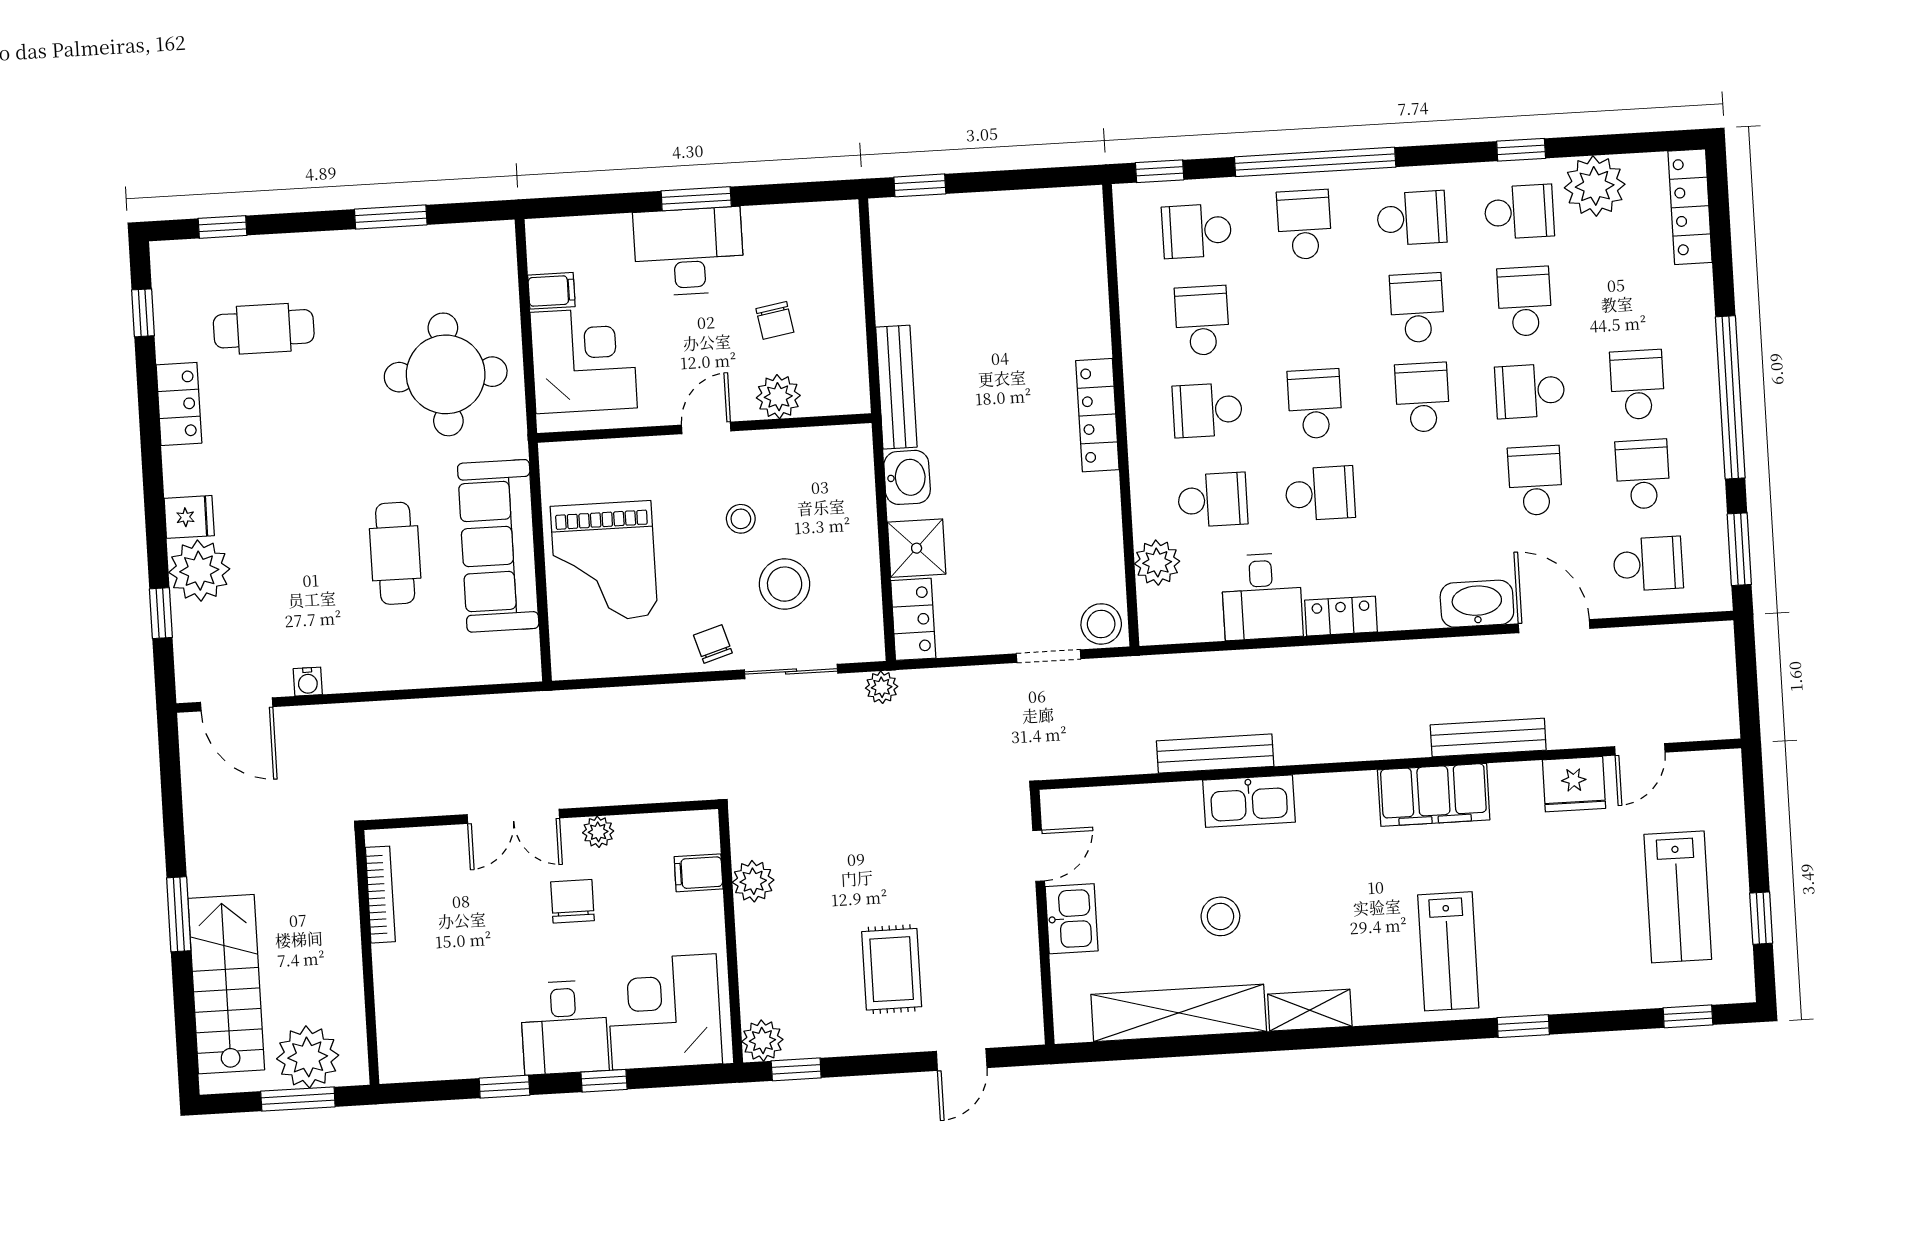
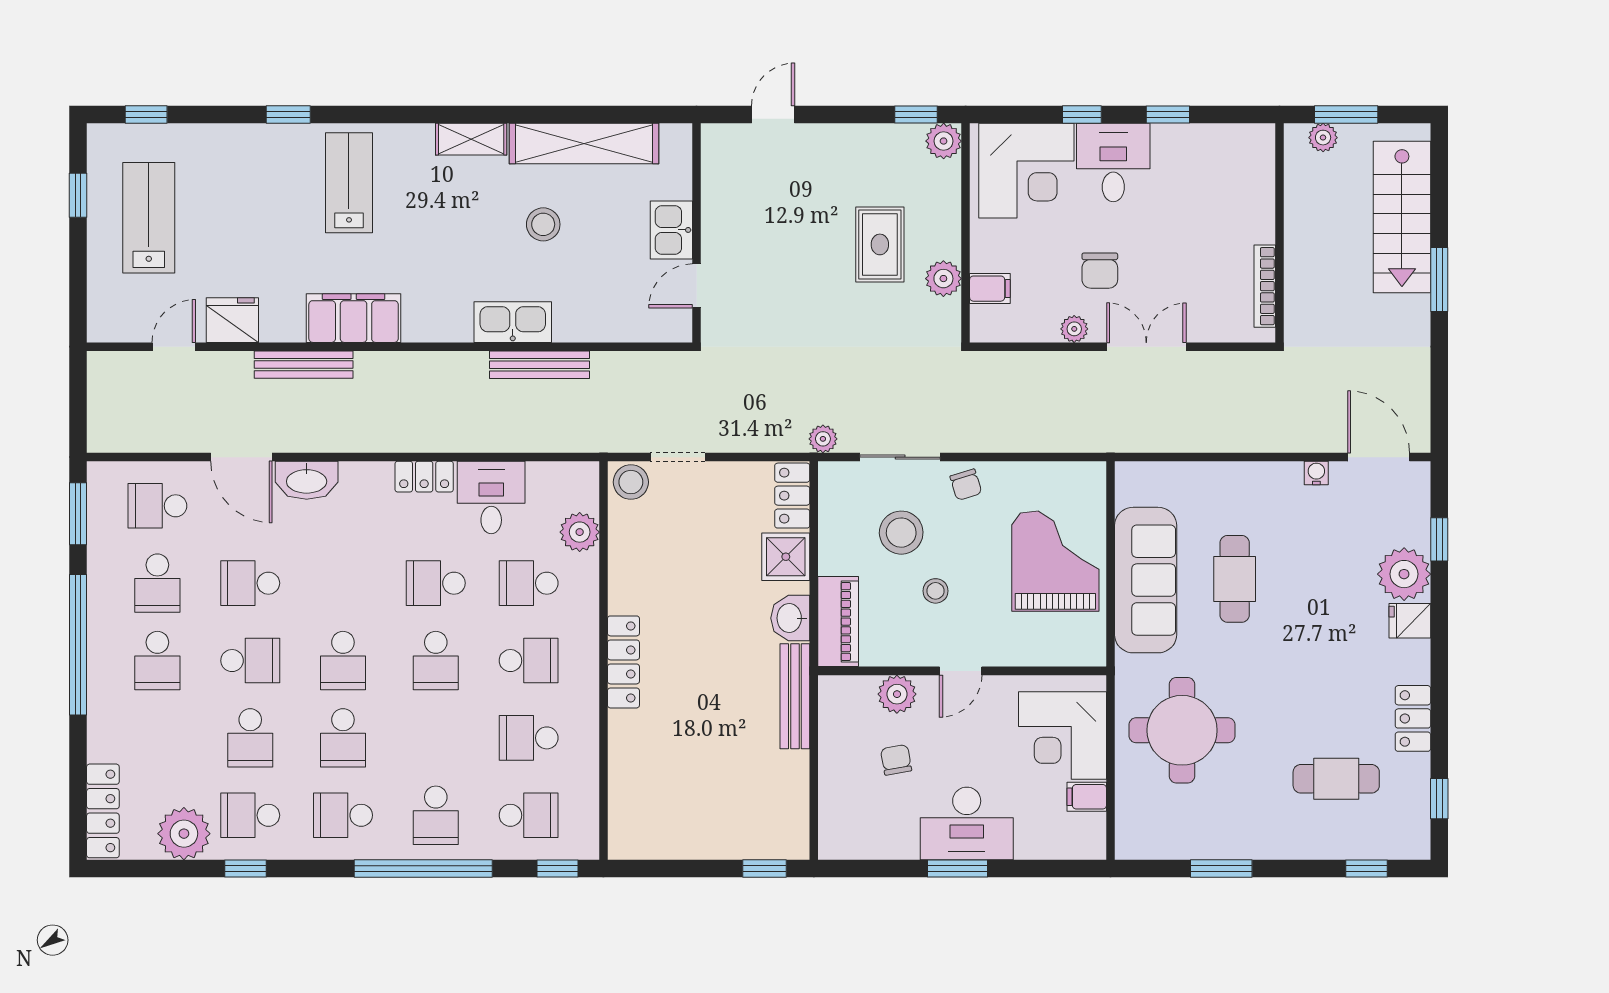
school desk: (1202, 321) -> (529, 738), turned 90
piano: (851, 477) -> (838, 622), added
school desk: (1535, 481) -> (250, 583), turned 90
rug: (892, 969) -> (880, 244), moved
plant: (308, 1057) -> (1323, 138), width x0.53, depth x0.53

